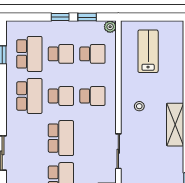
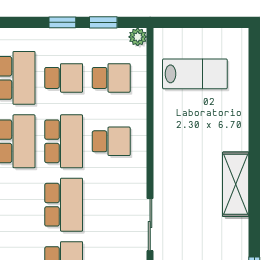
lab bench: (148, 51) -> (195, 74), turned 90
school desk: (61, 96) -> (64, 141), width x1.85
stool: (139, 106) -> (182, 157), removed

